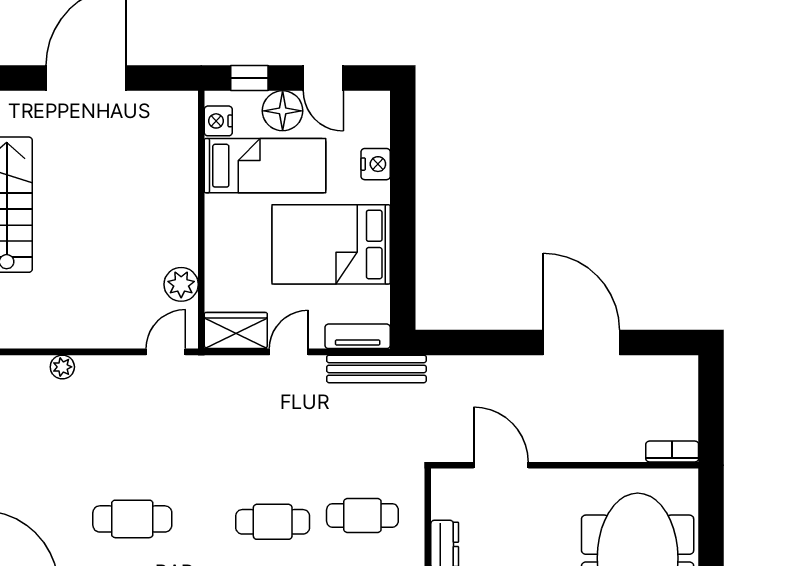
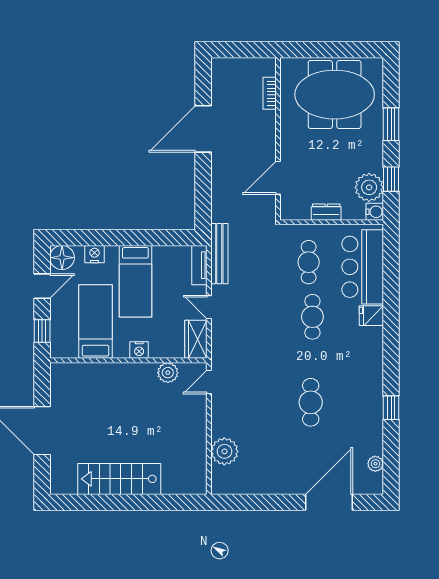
floor lamp: (283, 111) -> (62, 258), moved
nightstand: (218, 121) -> (139, 350), moved
bed: (331, 244) -> (135, 281), width x0.67
door: (166, 352) -> (209, 382), hinge flipped
plant: (62, 367) -> (224, 451), width x1.87, depth x1.87
bookcase: (672, 451) -> (270, 93), moved

